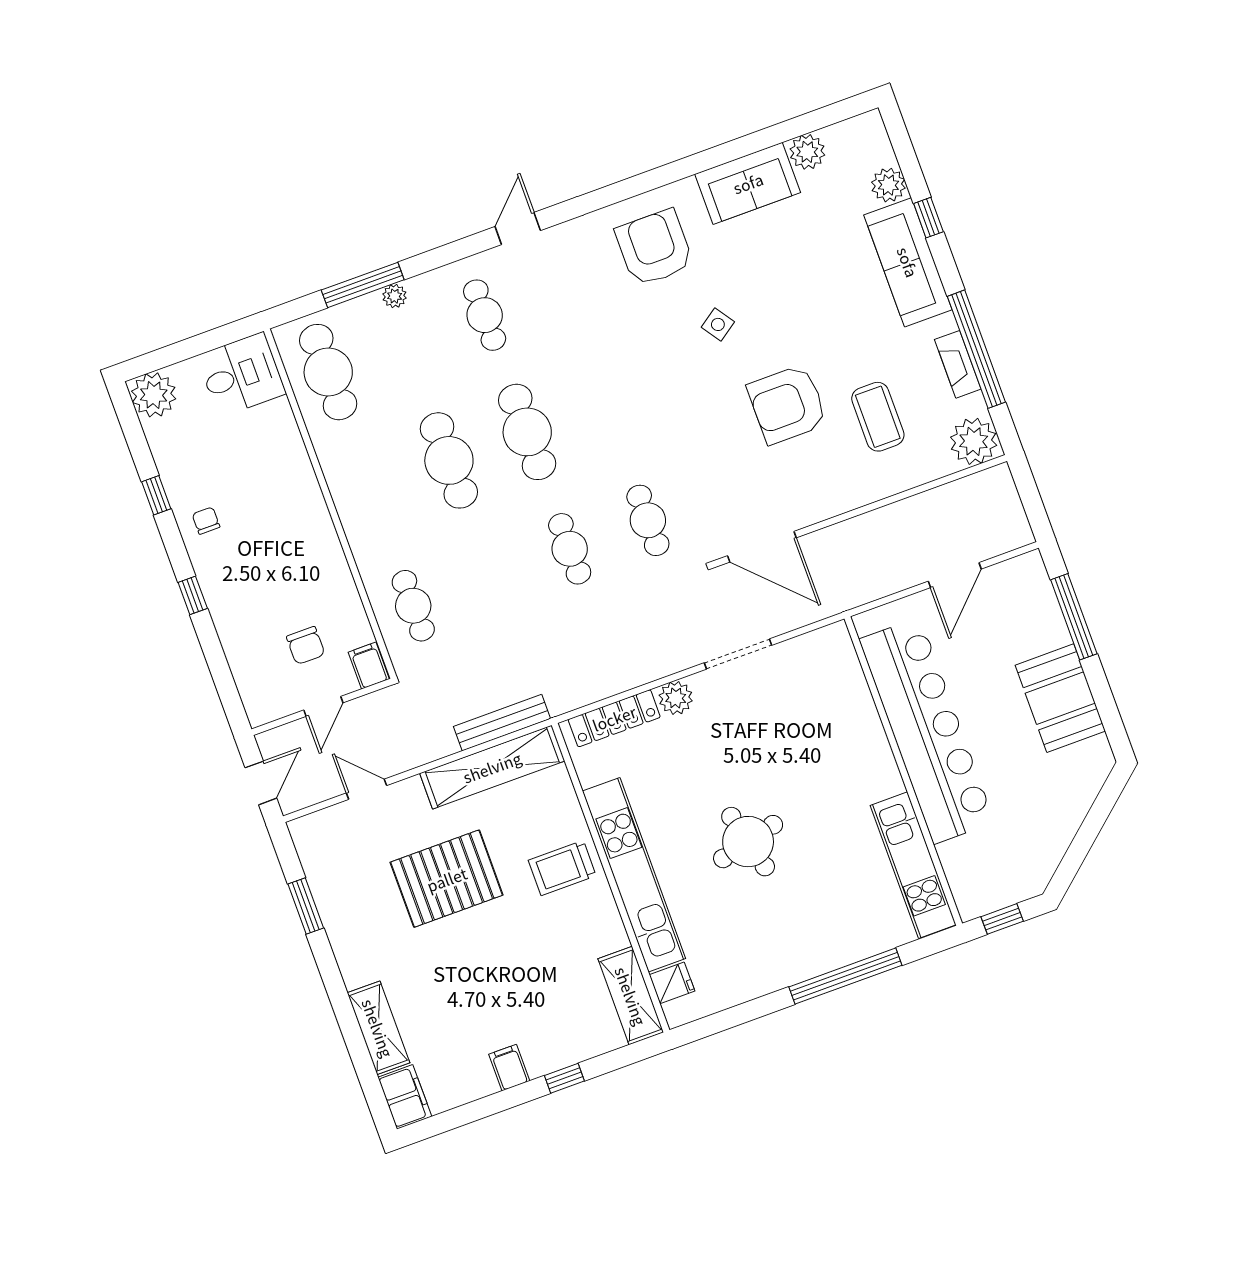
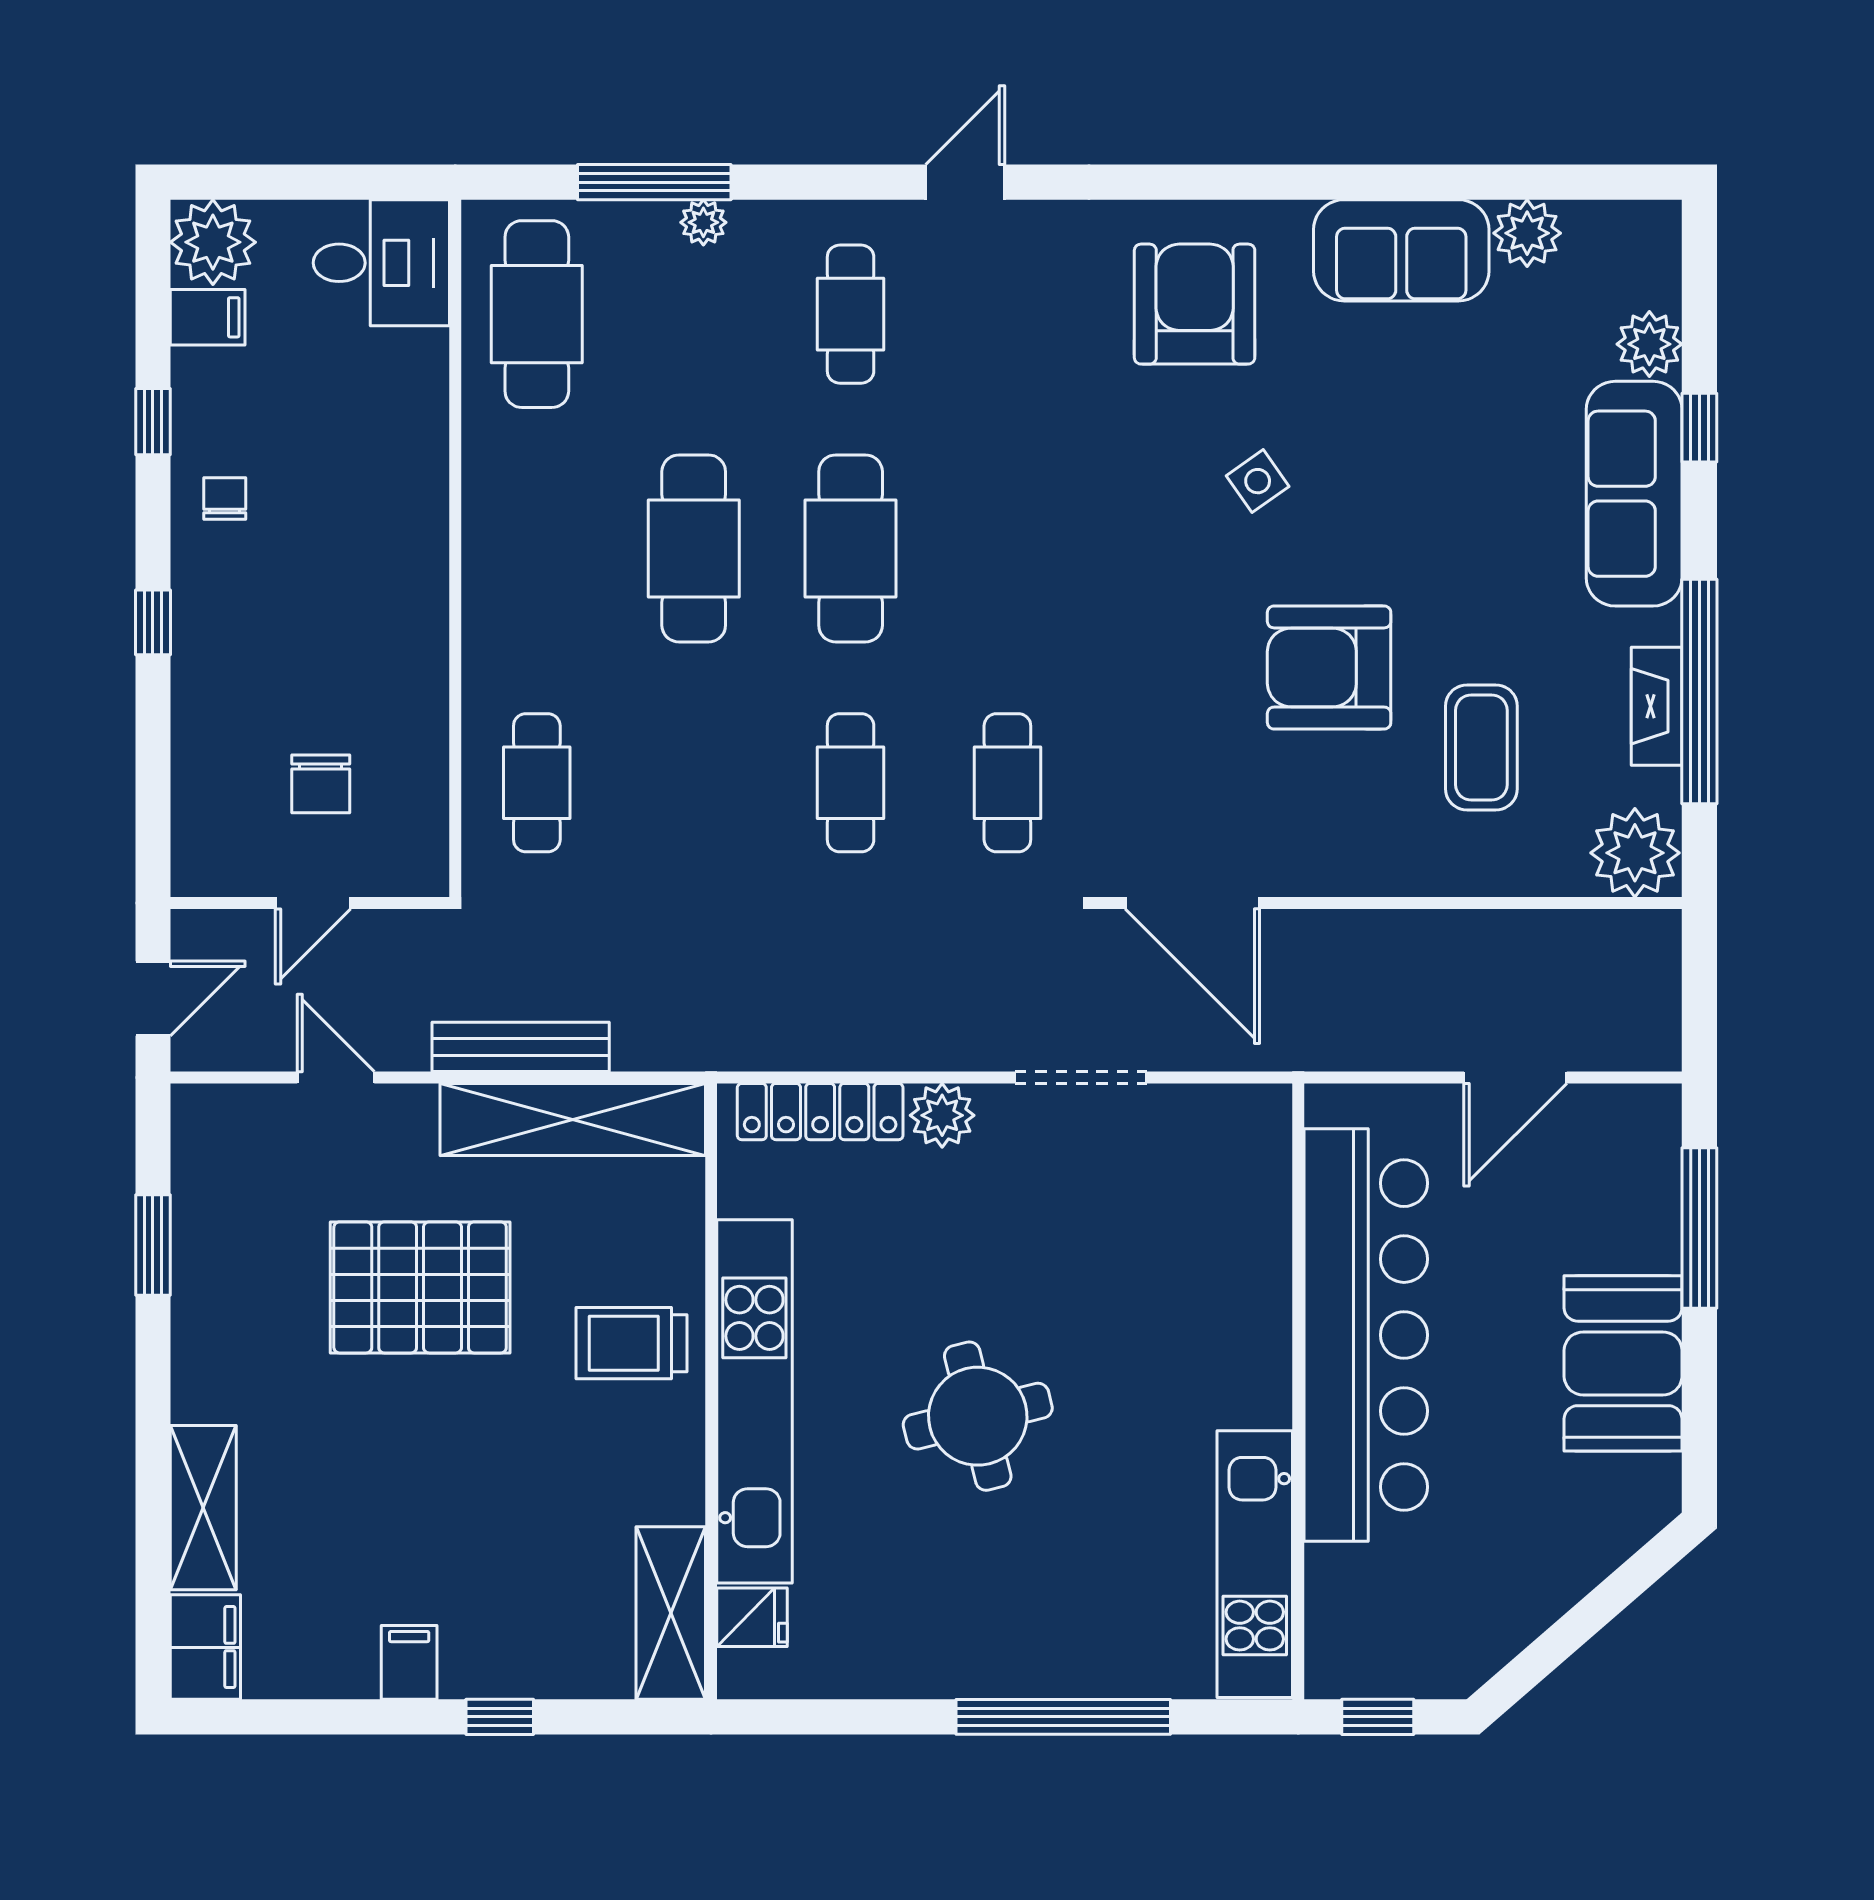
filing cabinet: (369, 666) -> (208, 317), moved, turned 90
bench: (502, 723) -> (521, 1047), moved

